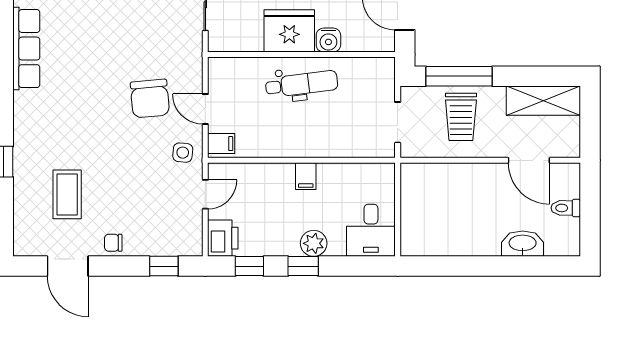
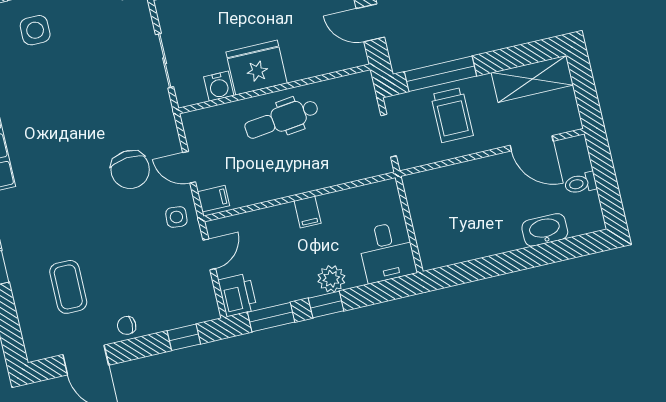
water cooler: (328, 40) -> (219, 86), moved
dental chair: (302, 84) -> (282, 119), turned 180
window: (249, 266) -> (271, 317), width x1.50

